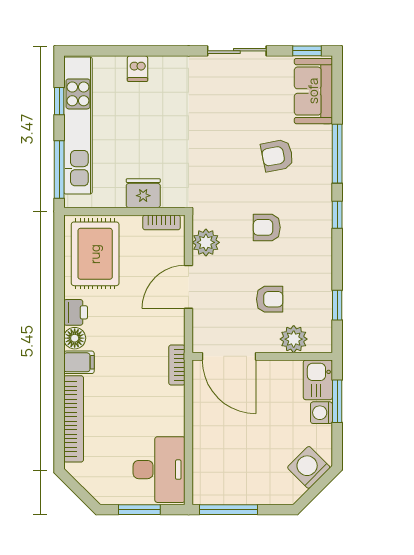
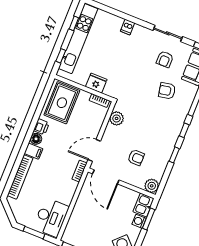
dishwasher: (137, 69) -> (128, 27), moved
window: (59, 170) -> (61, 56), width x0.46
armchair: (267, 227) -> (165, 59), moved, turned -90
door: (189, 287) -> (94, 150), moved
window: (337, 305) -> (174, 155), moved
plant: (294, 339) -> (152, 186), moved

